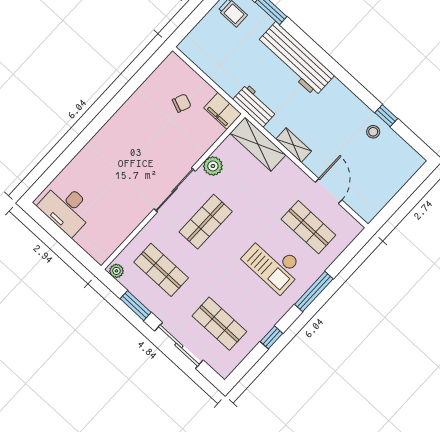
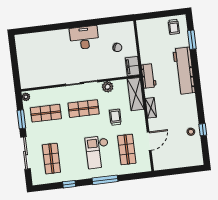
trolley: (257, 197) -> (115, 117), added
desk: (66, 208) -> (84, 38), moved, turned 90
shop shelf: (161, 270) -> (46, 113), turned 90

